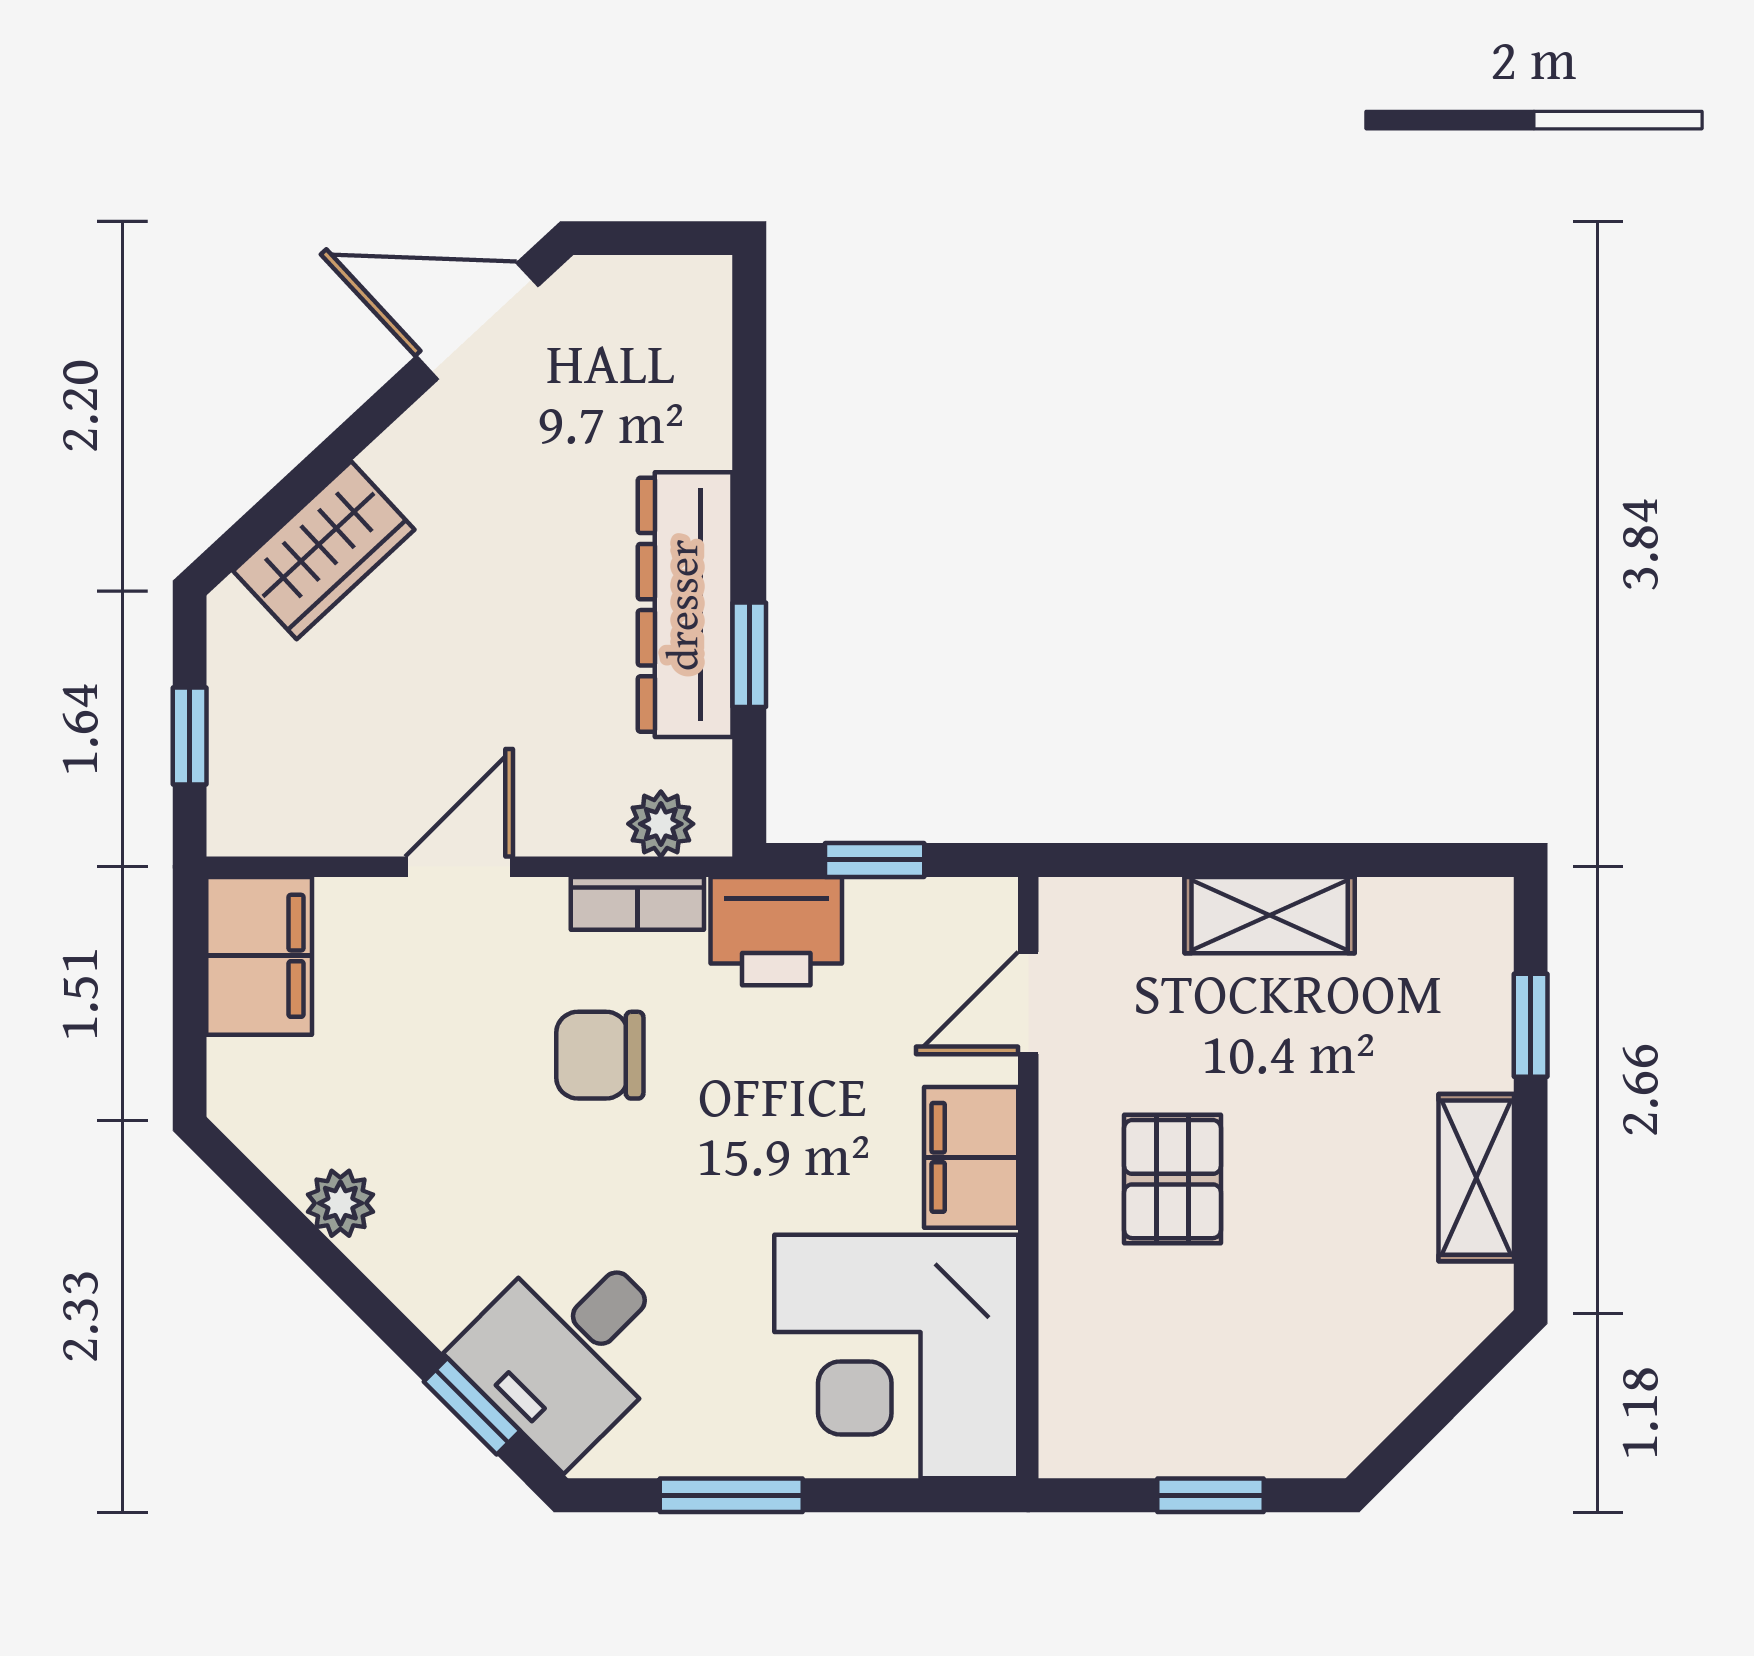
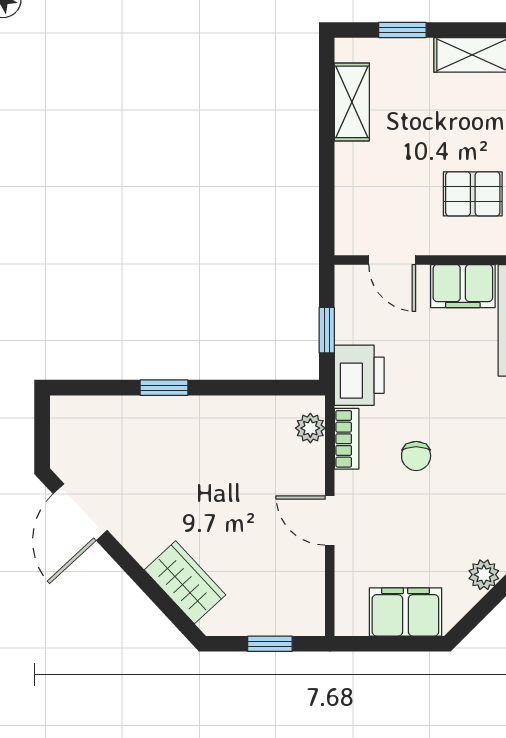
dresser: (685, 605) -> (210, 417), removed
window: (749, 655) -> (164, 388), moved
shelving: (1270, 915) -> (352, 102), moved
filing cabinet: (259, 956) -> (405, 612), moved
chair: (600, 1055) -> (416, 456), width x0.73, depth x0.73

